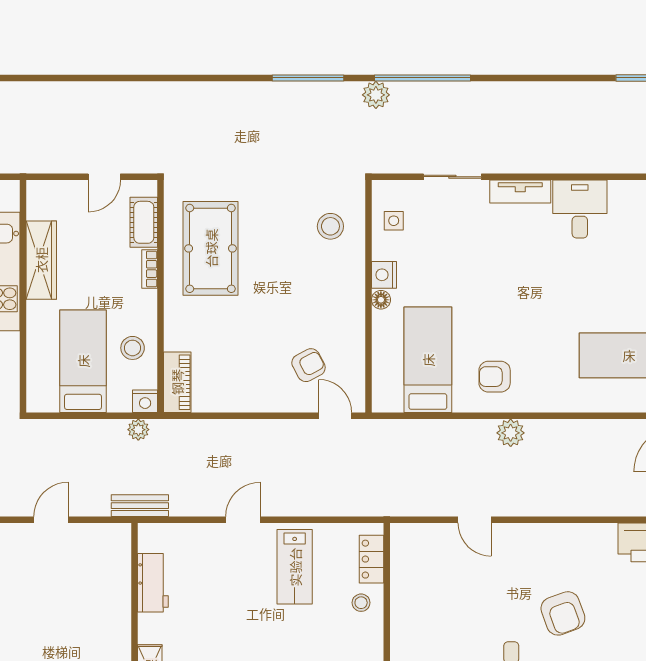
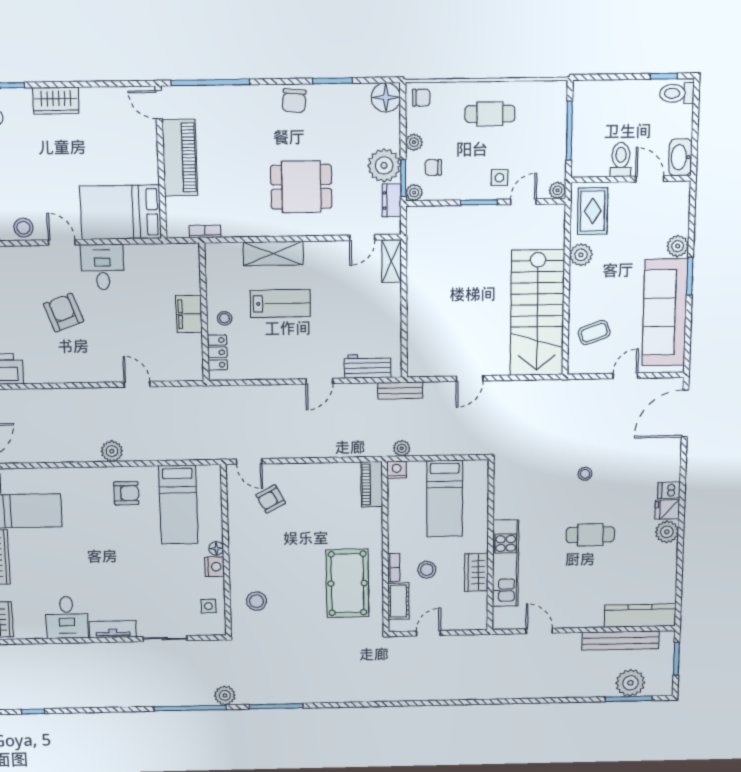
wardrobe: (41, 260) -> (476, 572), width x0.67
stool: (133, 348) -> (427, 570), moved
lab bench: (295, 567) -> (280, 303), moved, turned 90
workbench: (153, 583) -> (368, 366), moved, turned 90
filing cabinet: (406, 609) -> (189, 314), added

